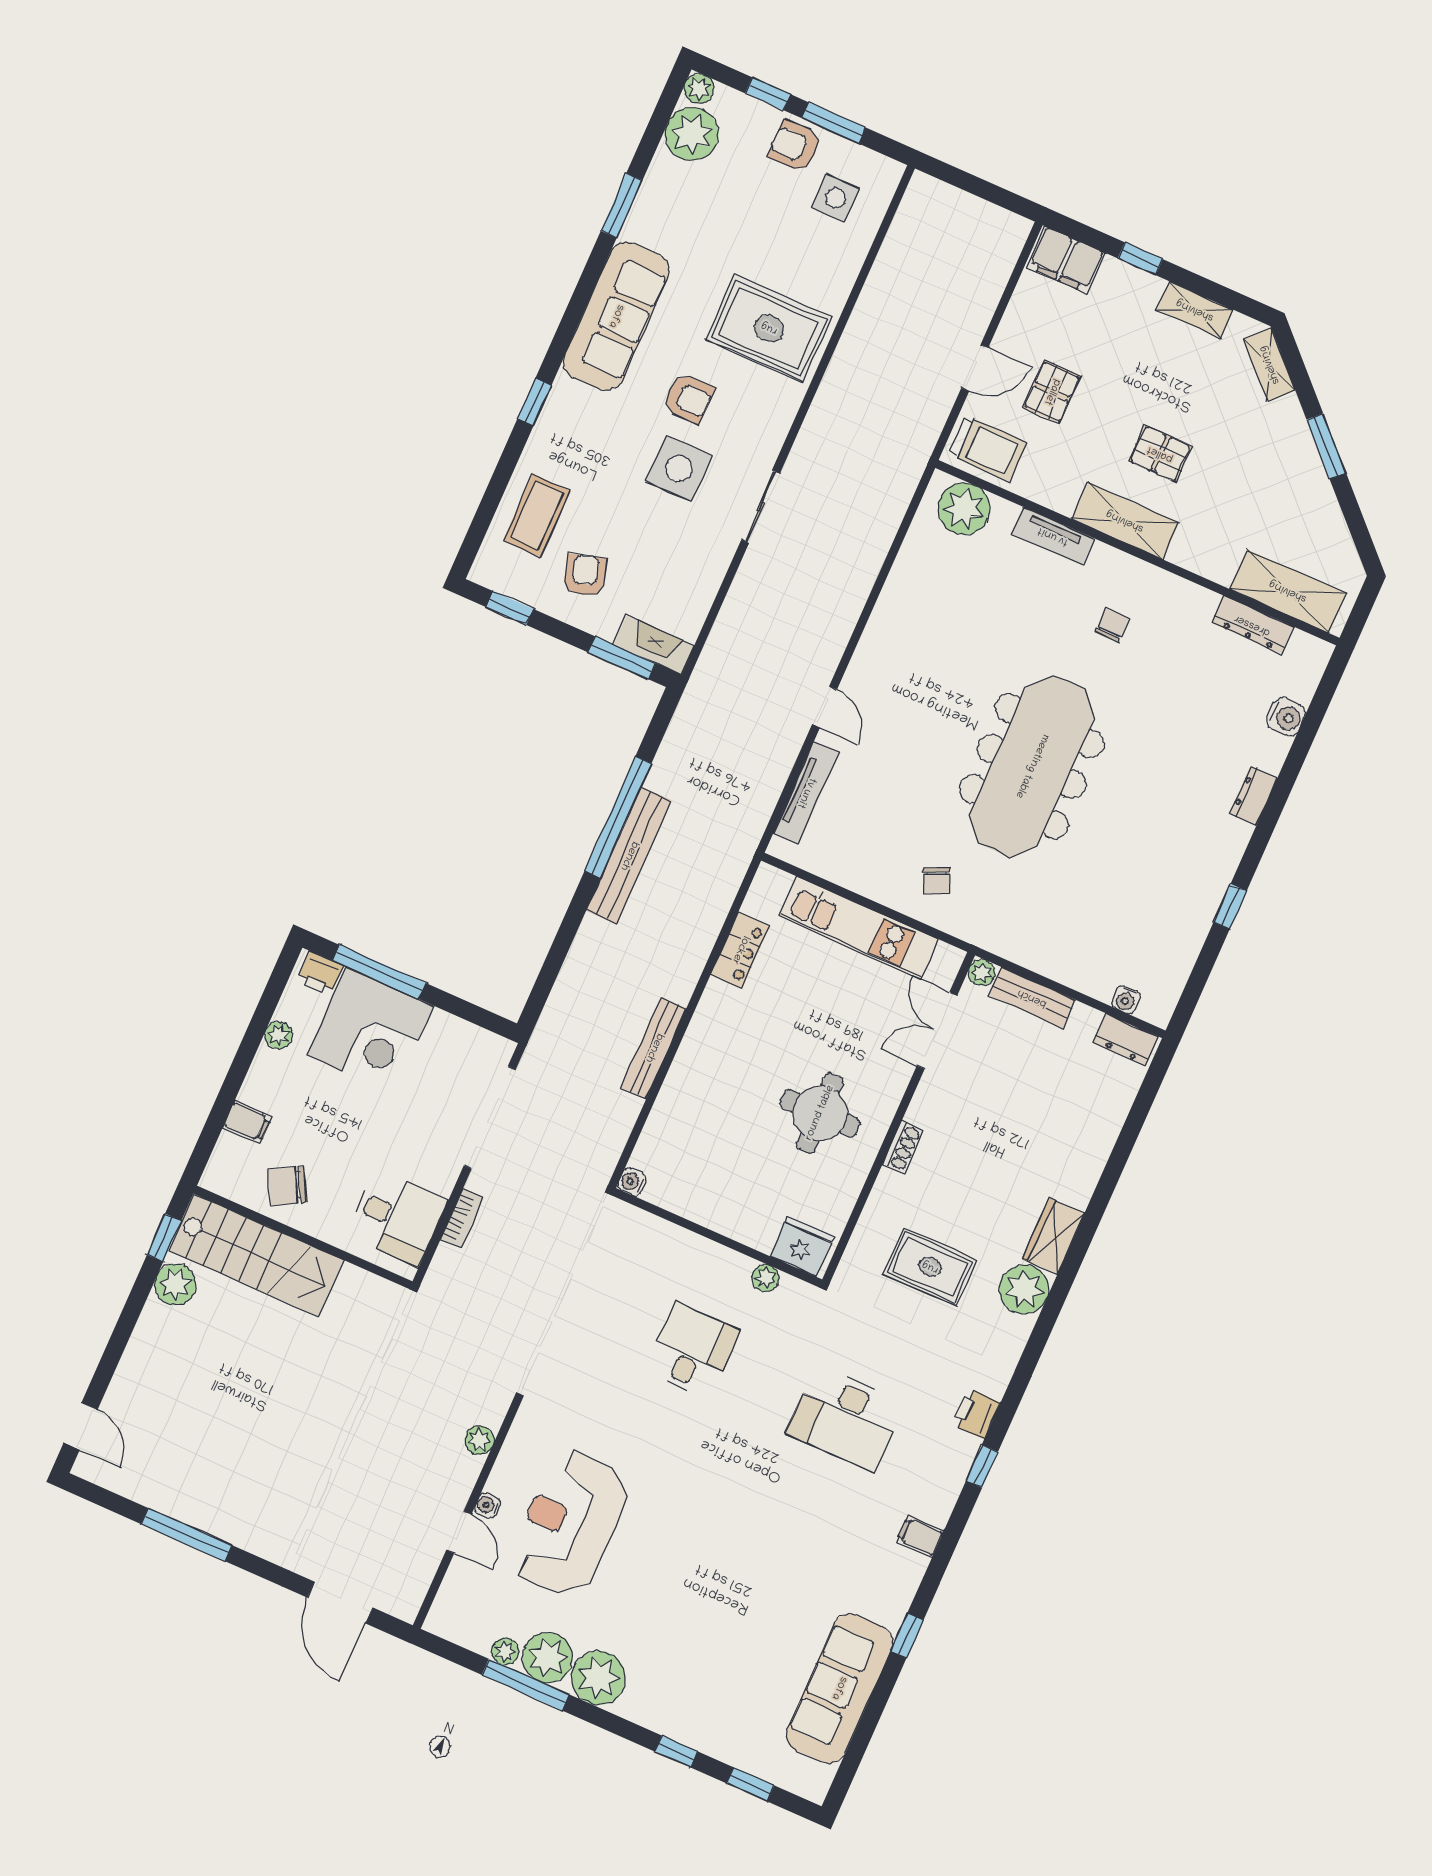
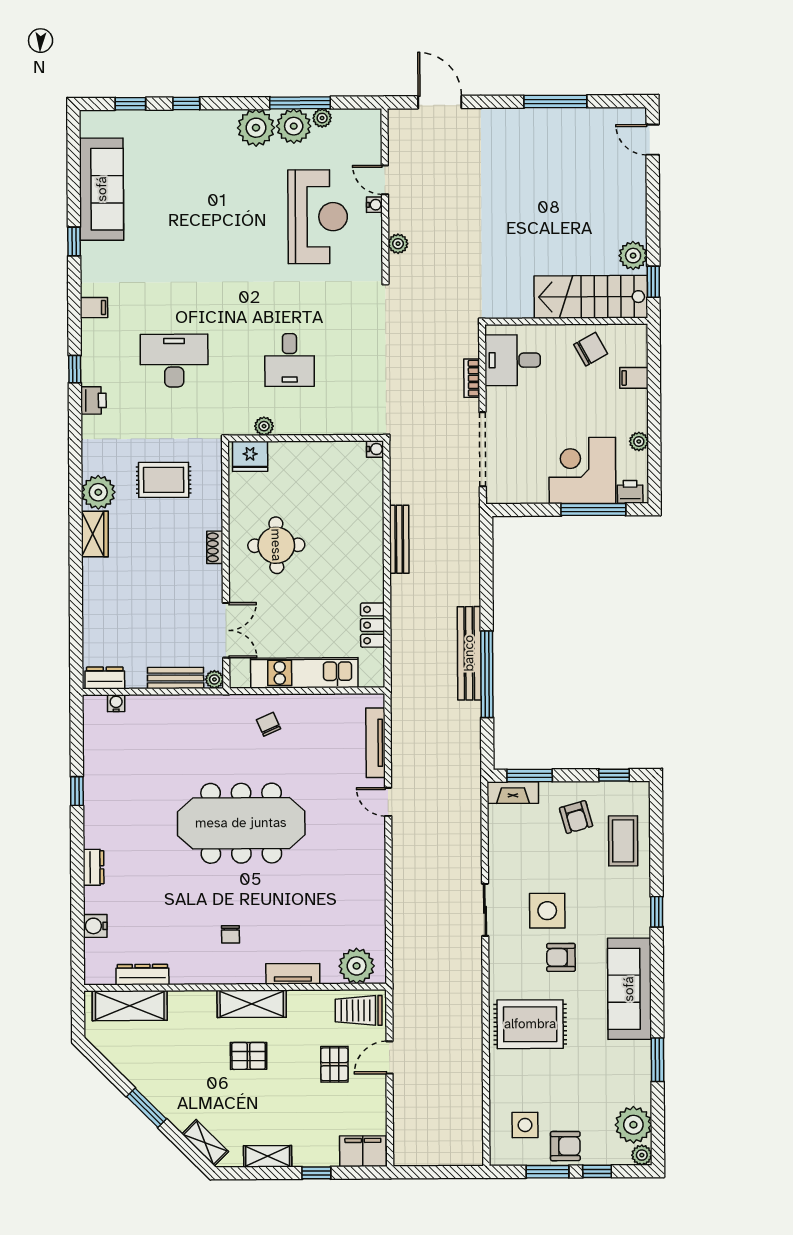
meeting table: (1032, 766) -> (241, 823), turned 90

